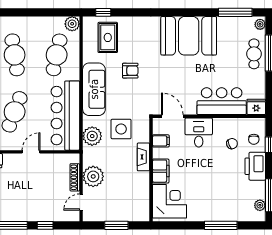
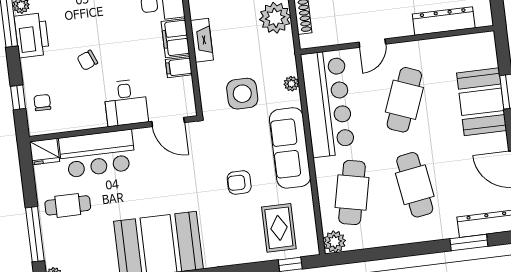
cafe table: (254, 54) -> (68, 205), moved, turned 90
plant: (92, 136) -> (291, 84), width x0.53, depth x0.53
filing cabinet: (161, 141) -> (179, 67), moved
chair: (232, 144) -> (87, 60), moved
fireplace: (143, 157) -> (202, 40), moved
printer: (255, 166) -> (32, 35), moved

